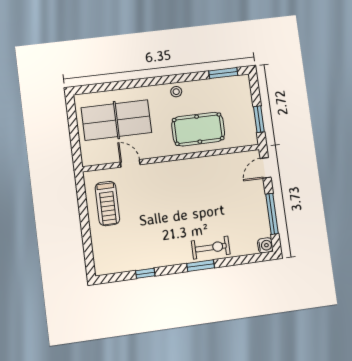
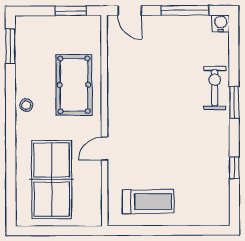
door: (130, 163) -> (104, 149), moved

